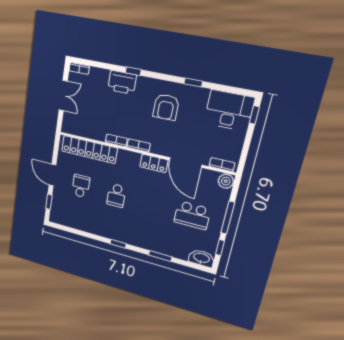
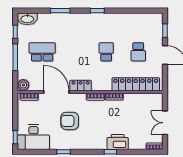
armchair: (166, 107) -> (70, 121), moved, turned -90

